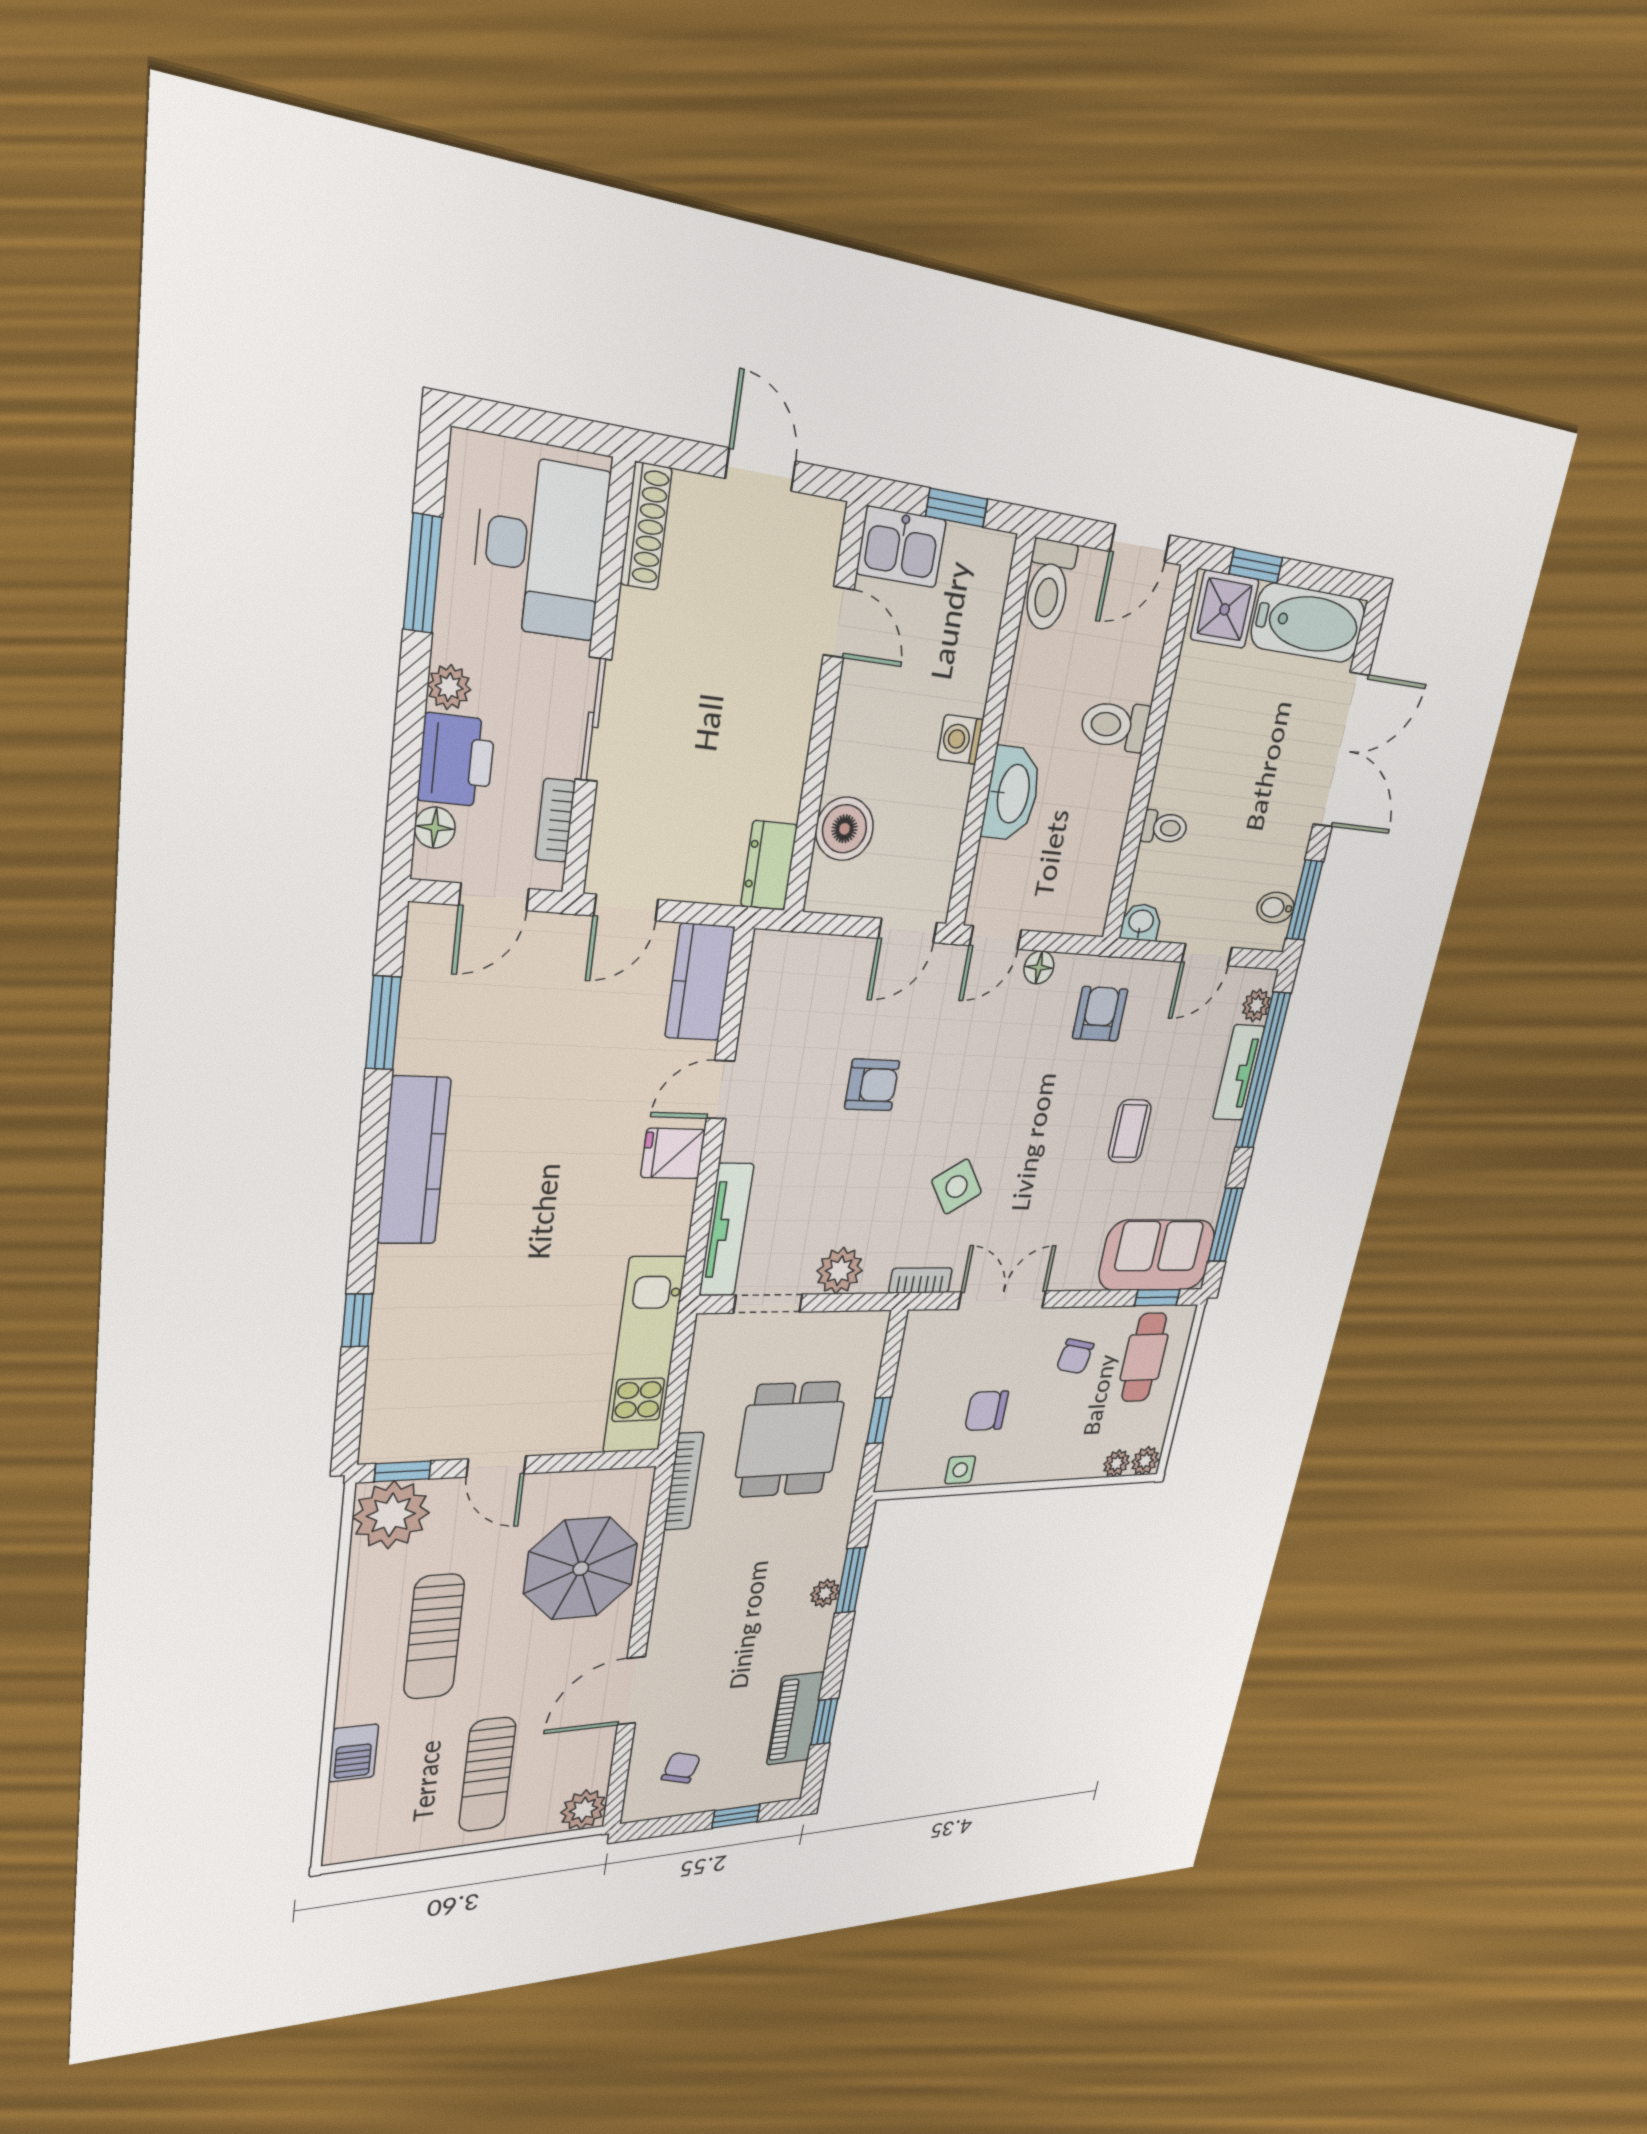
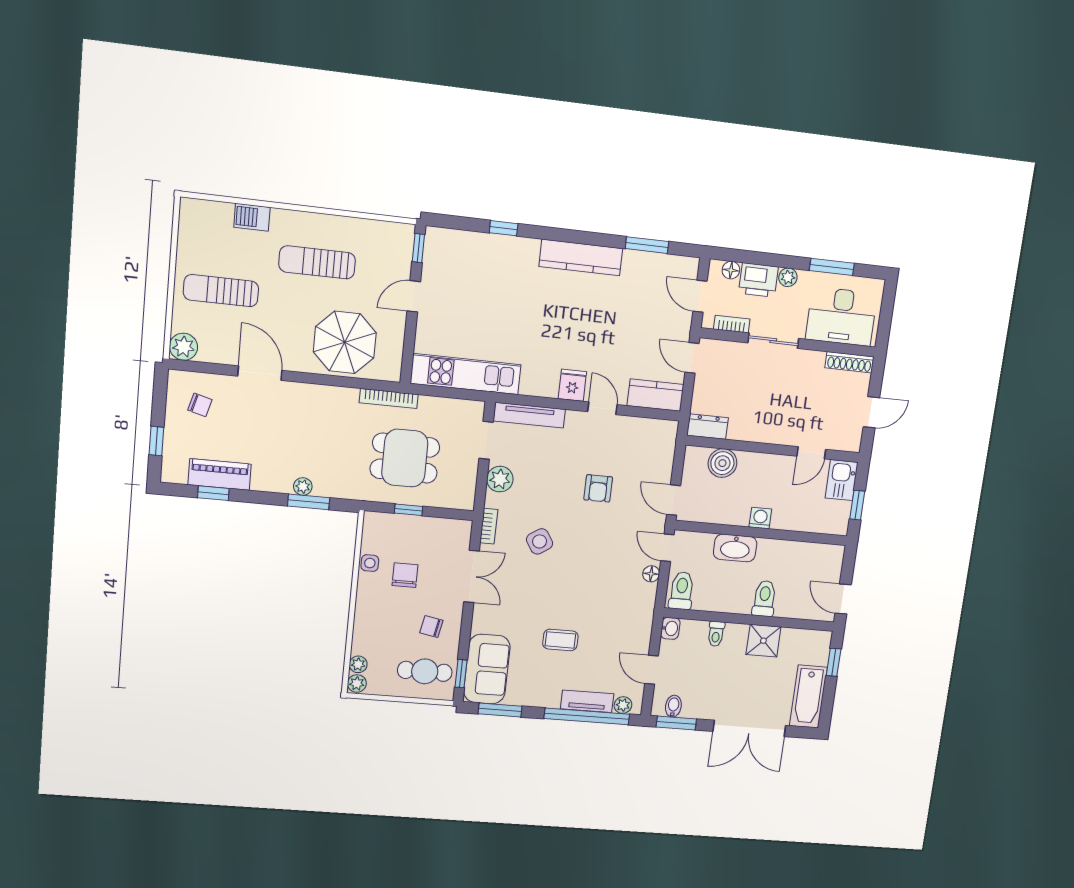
toilet: (1049, 585) -> (682, 591), moved, turned 90
shower: (1225, 609) -> (763, 641), moved
armchair: (1100, 1014) -> (625, 612), removed
plant: (391, 1515) -> (394, 242), removed

